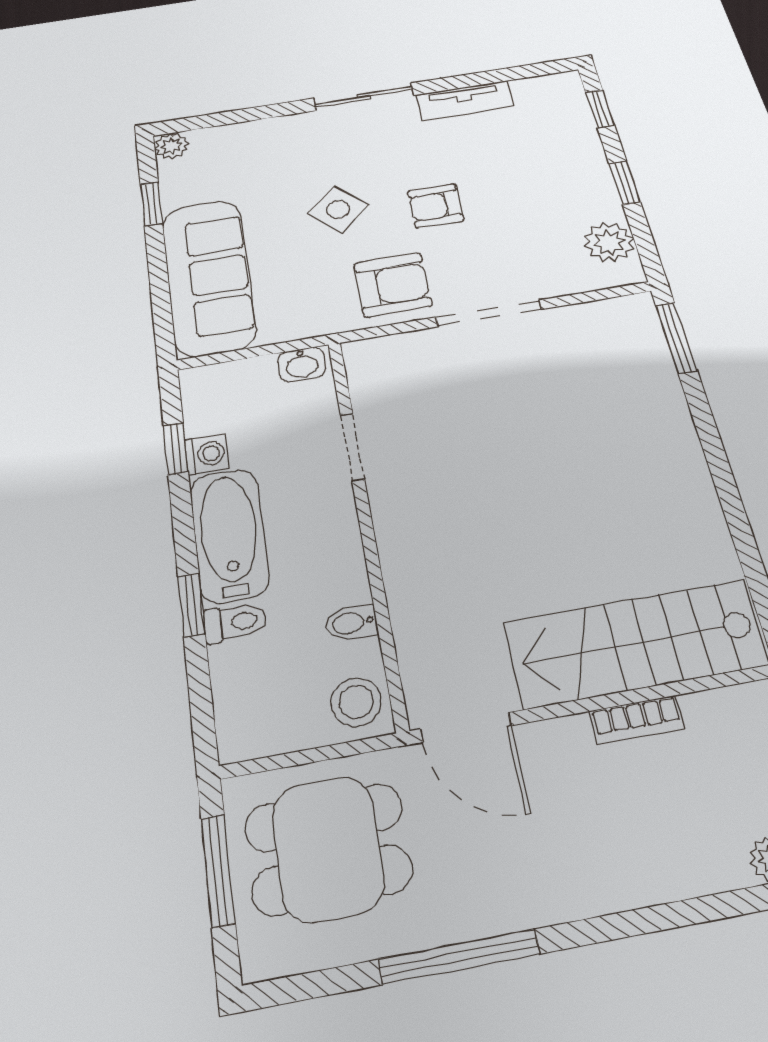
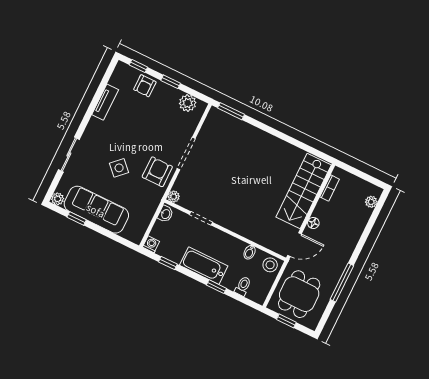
sliding door: (364, 97) -> (69, 154), moved
armchair: (435, 206) -> (145, 86), moved
sofa: (208, 277) -> (96, 210), moved
plant: (360, 354) -> (174, 197), added
washing machine: (207, 454) -> (151, 244), moved
toilet: (235, 622) -> (243, 286), moved
bookcase: (637, 720) -> (330, 188), moved
floor lamp: (570, 735) -> (313, 223), added
window: (218, 870) -> (286, 321), width x0.67

